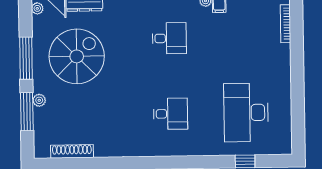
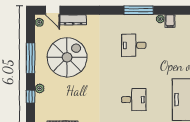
desk: (169, 38) -> (134, 45), turned 180
window: (27, 112) -> (31, 96), width x0.46

